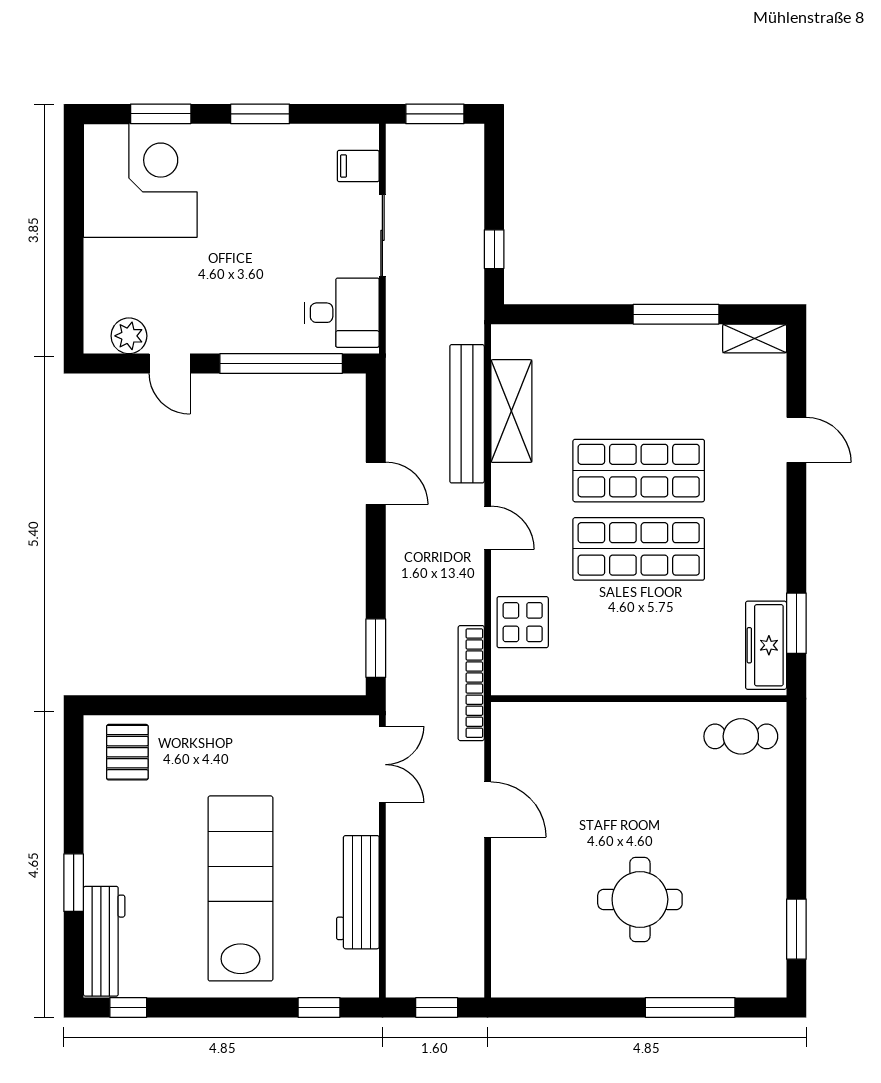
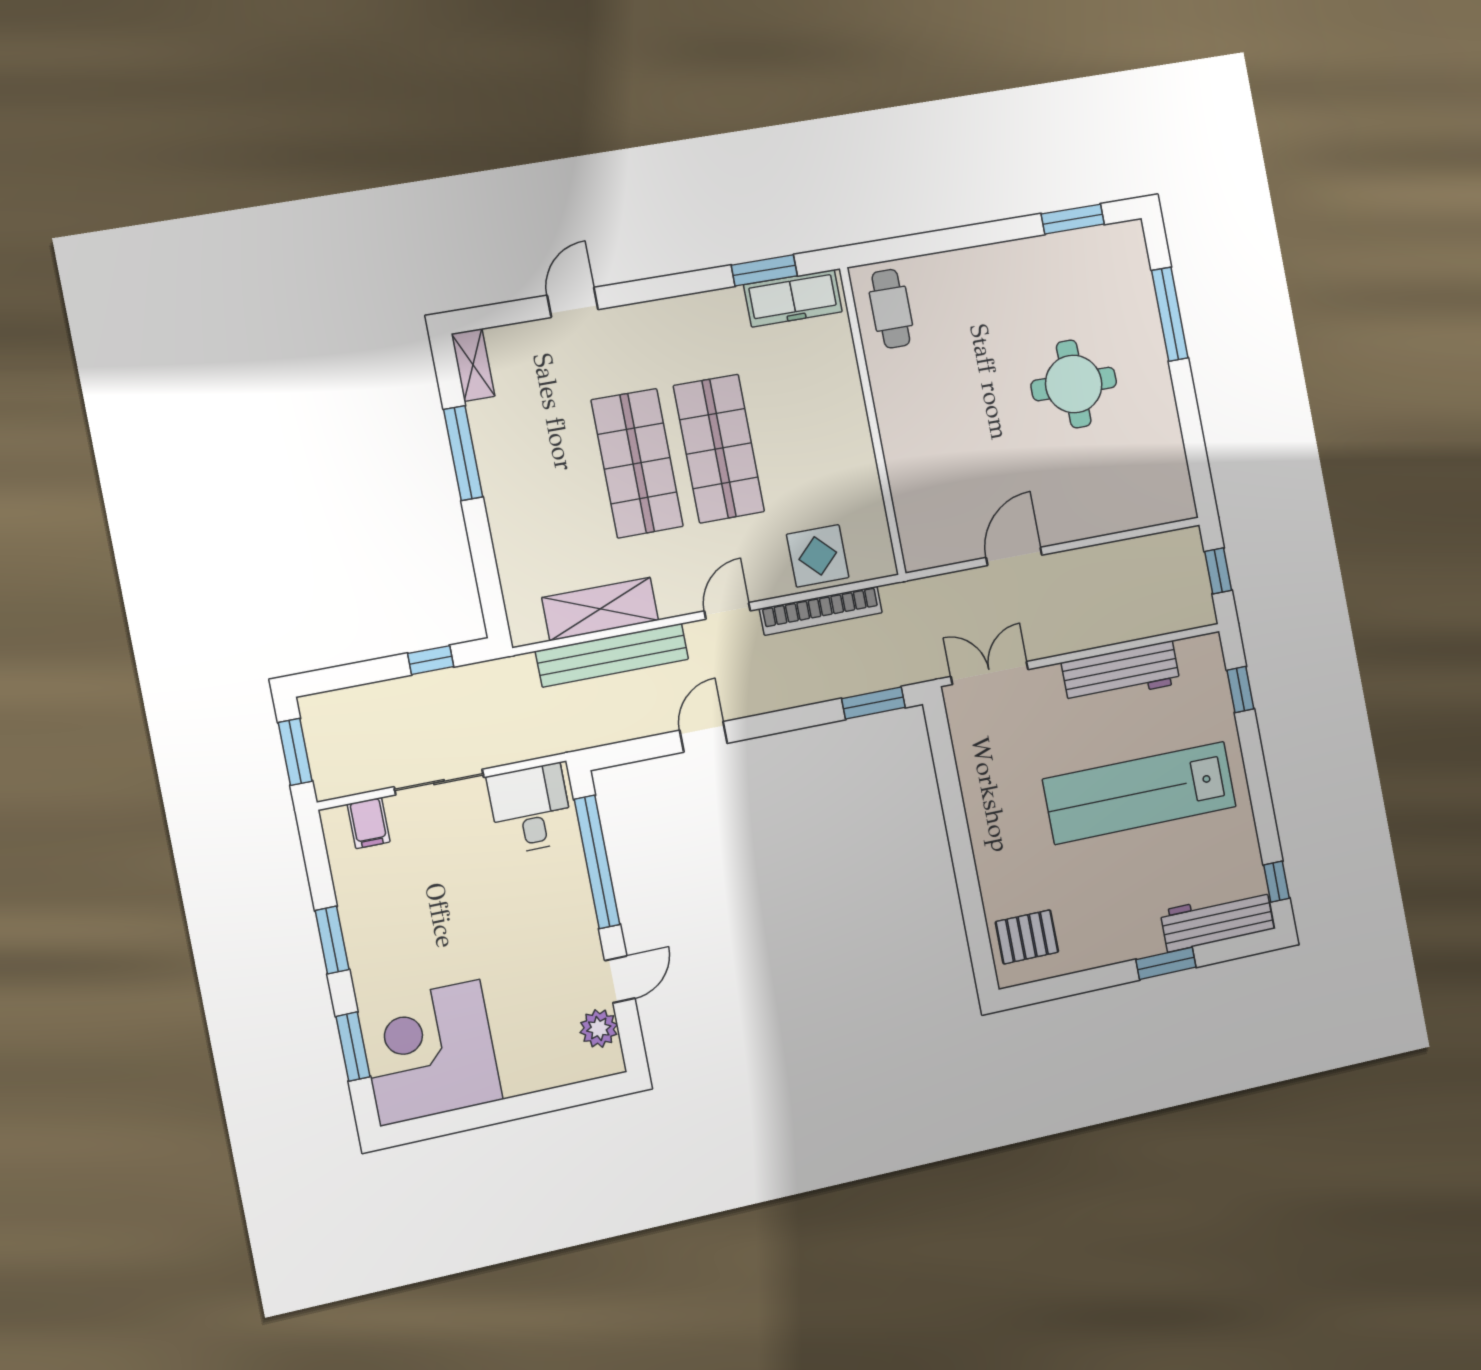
bookcase: (471, 683) -> (821, 611), moved

